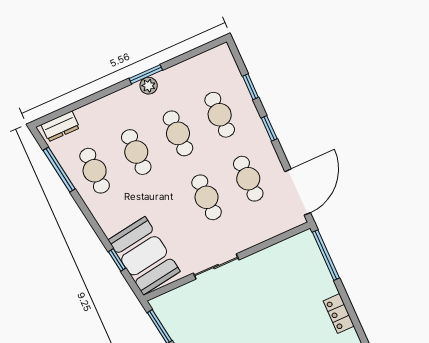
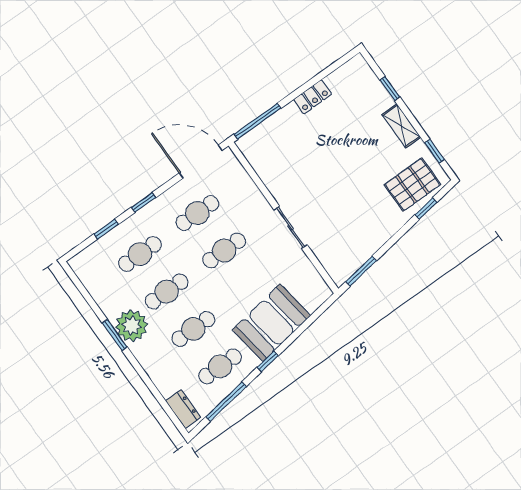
plant: (149, 86) -> (132, 326), width x1.88, depth x1.88
booth: (144, 256) -> (271, 323), moved
window: (117, 260) -> (268, 361), moved

